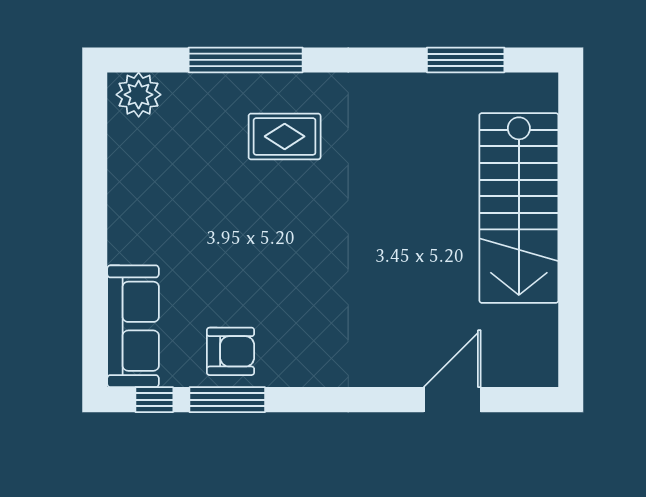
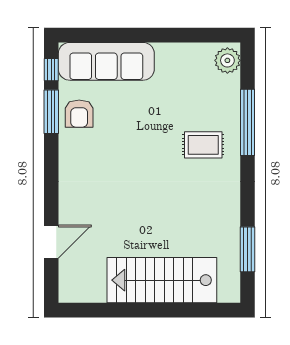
rug: (285, 136) -> (203, 145), turned 90
sofa: (133, 326) -> (106, 61), width x1.36, depth x1.27
door: (452, 400) -> (51, 242), hinge flipped

